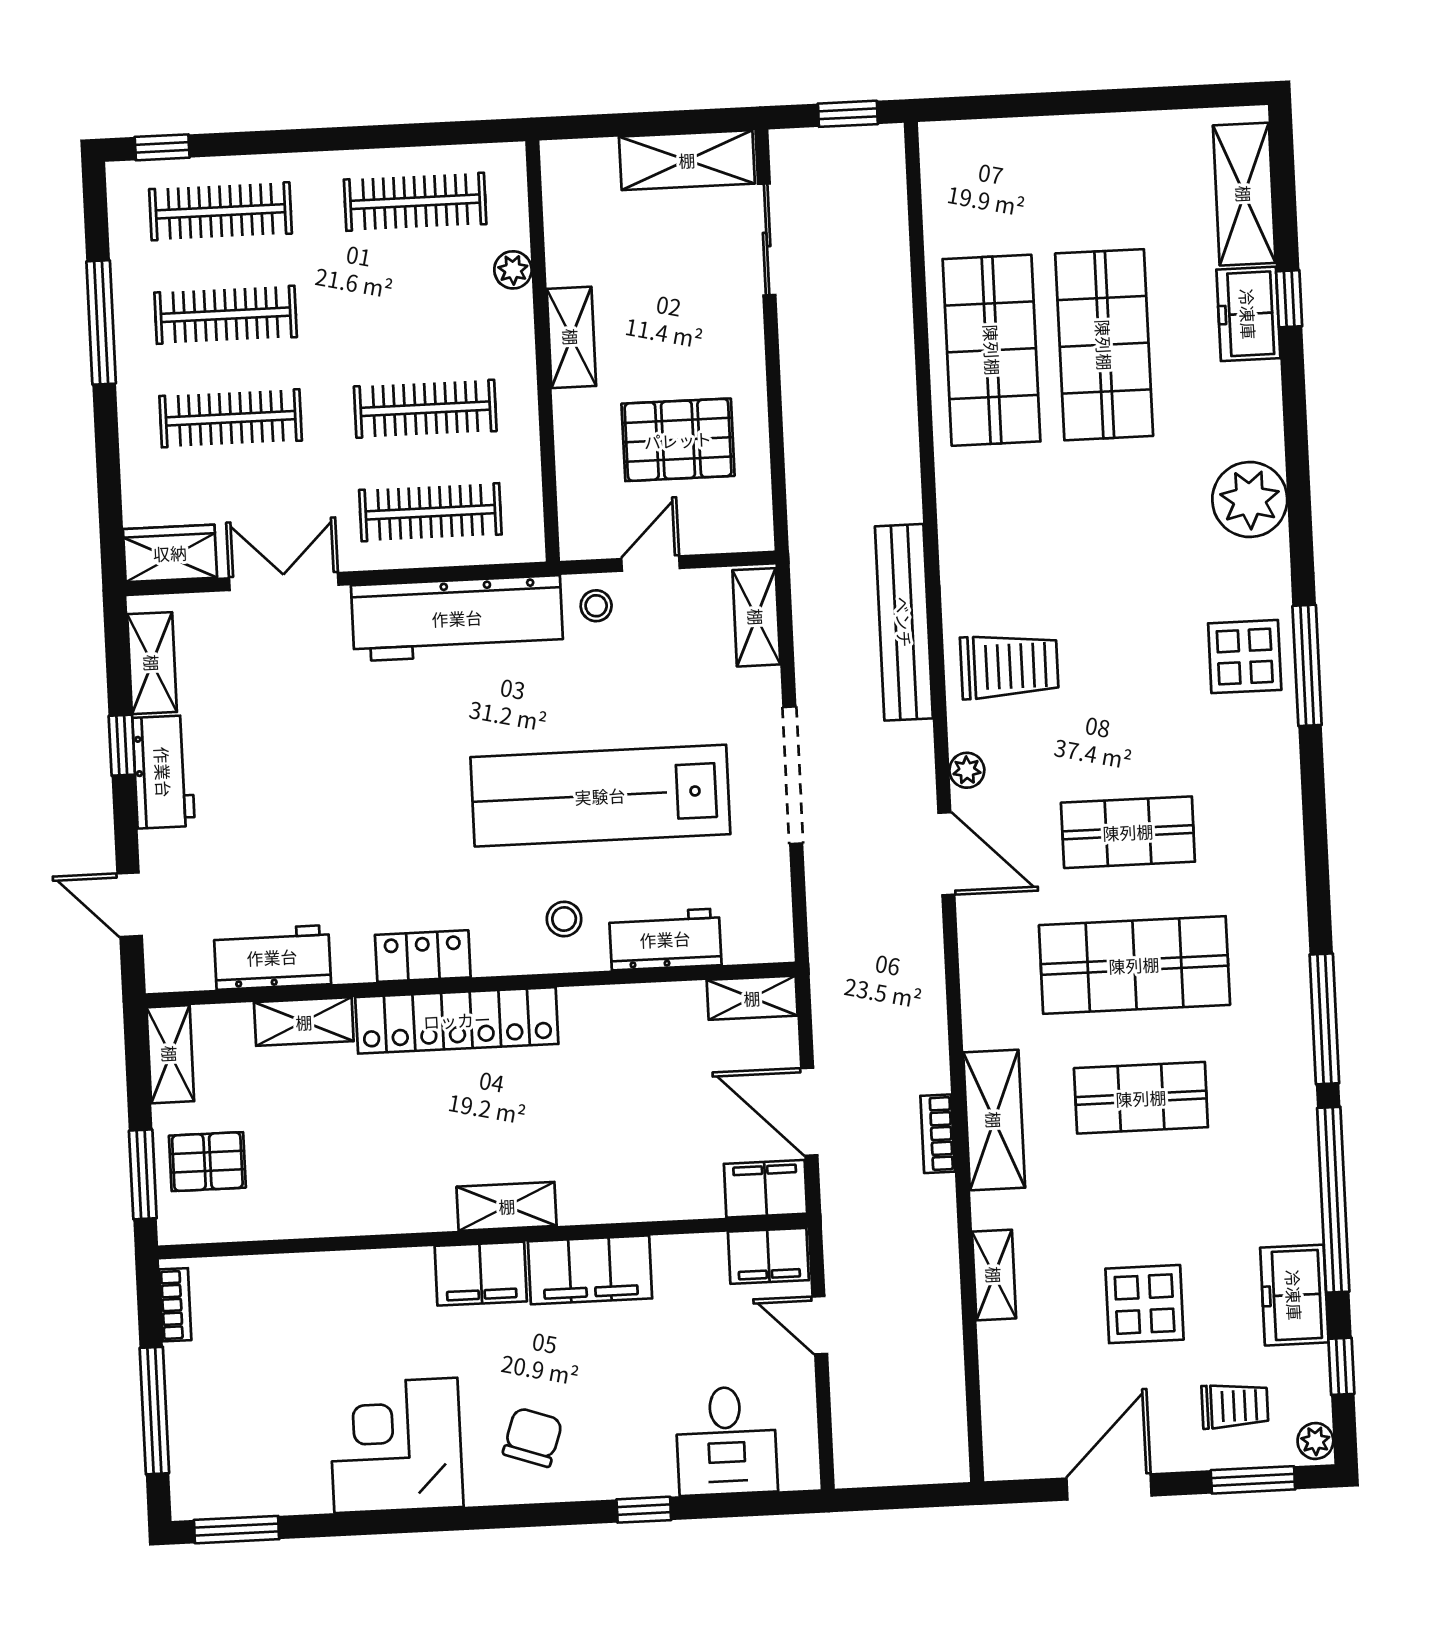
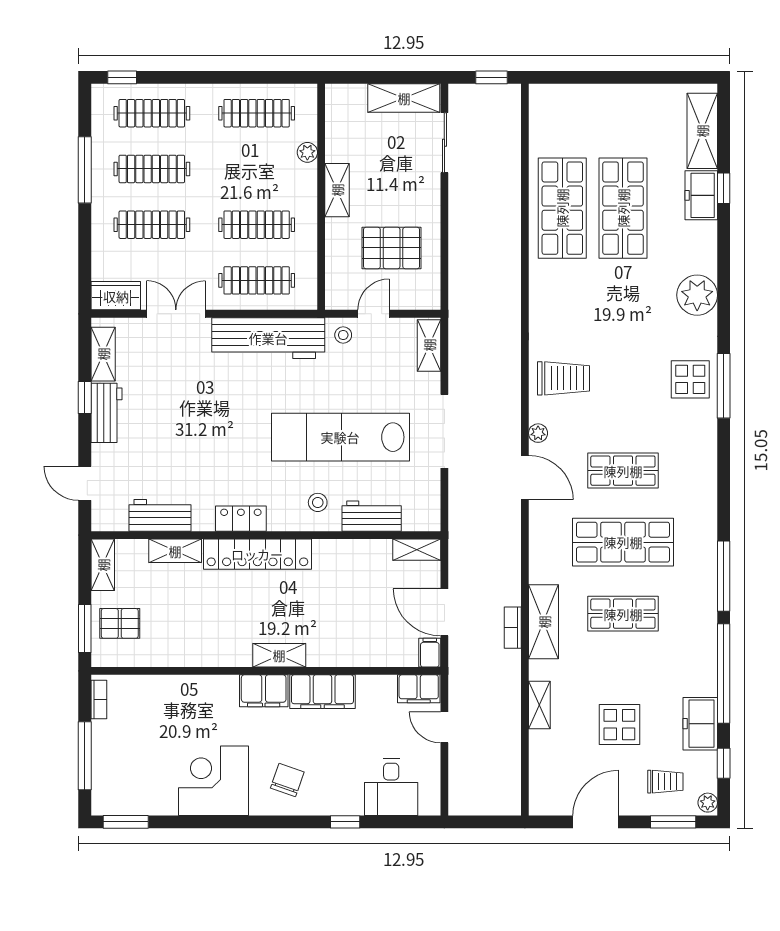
bench: (904, 622) -> (508, 352), removed
filing cabinet: (766, 1189) -> (430, 653), width x0.50

